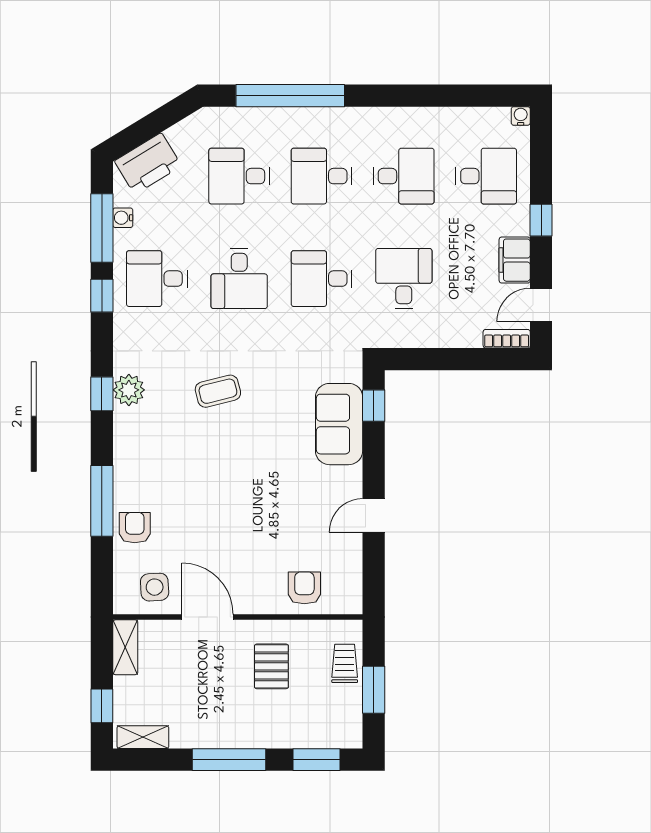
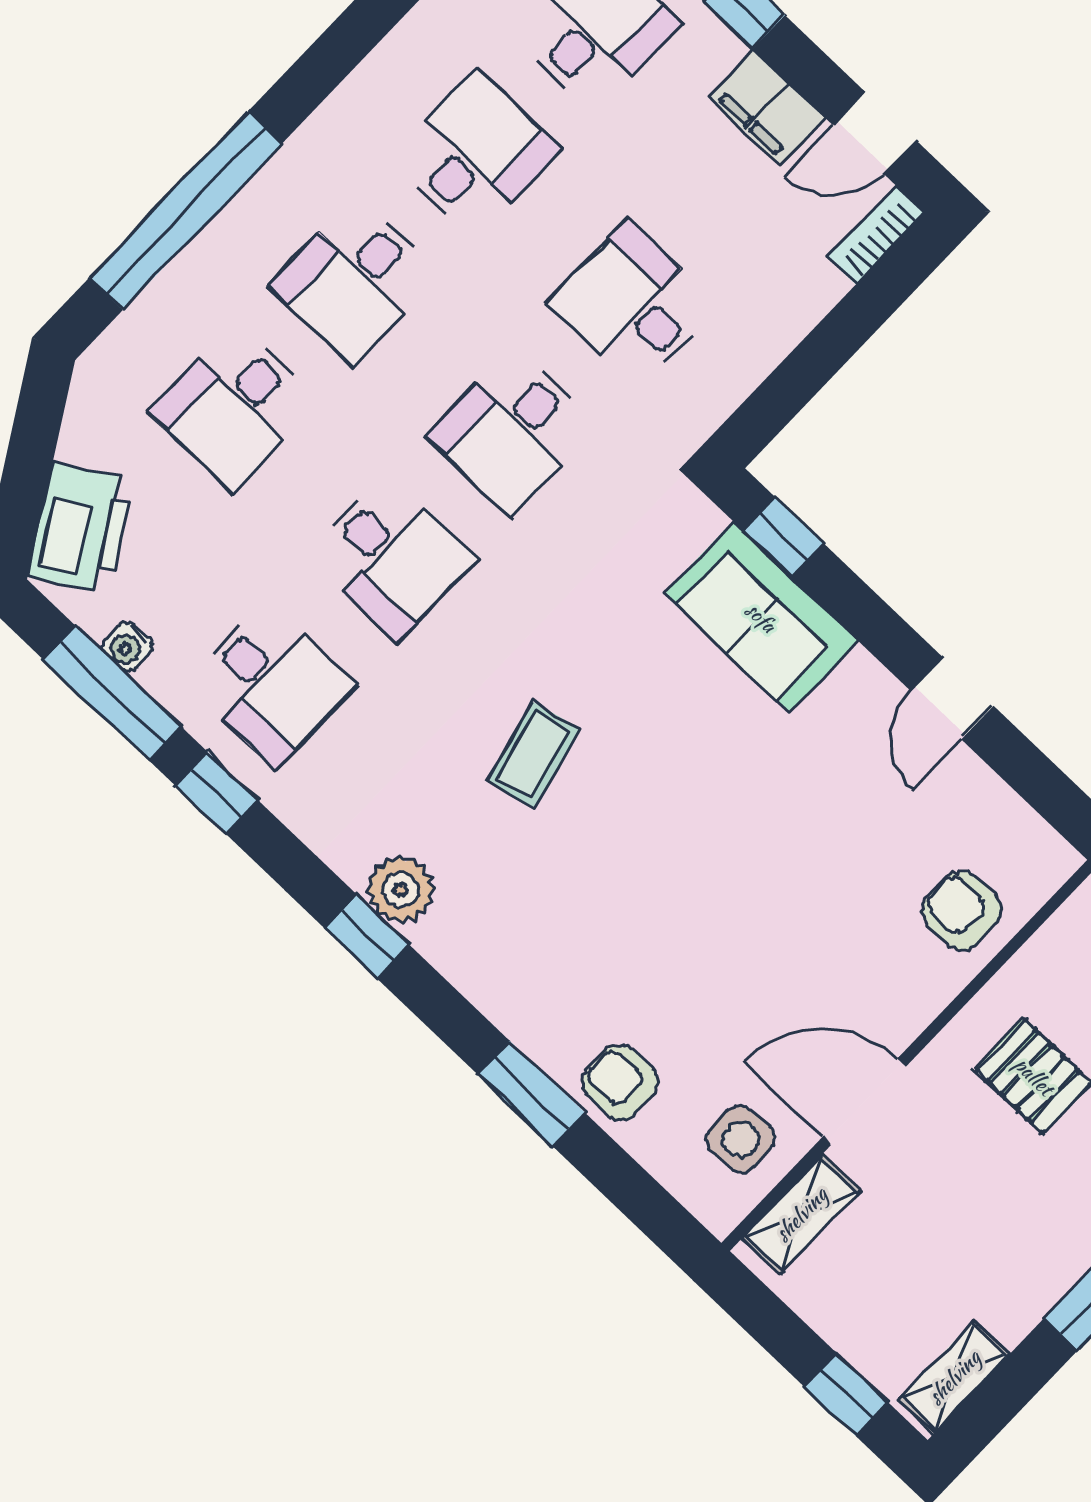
desk: (157, 279) -> (271, 683), turned -90
door: (541, 305) -> (874, 133), hinge flipped
window: (102, 501) -> (531, 1094), width x0.69
shelving: (125, 647) -> (801, 1214), moved, turned 90

